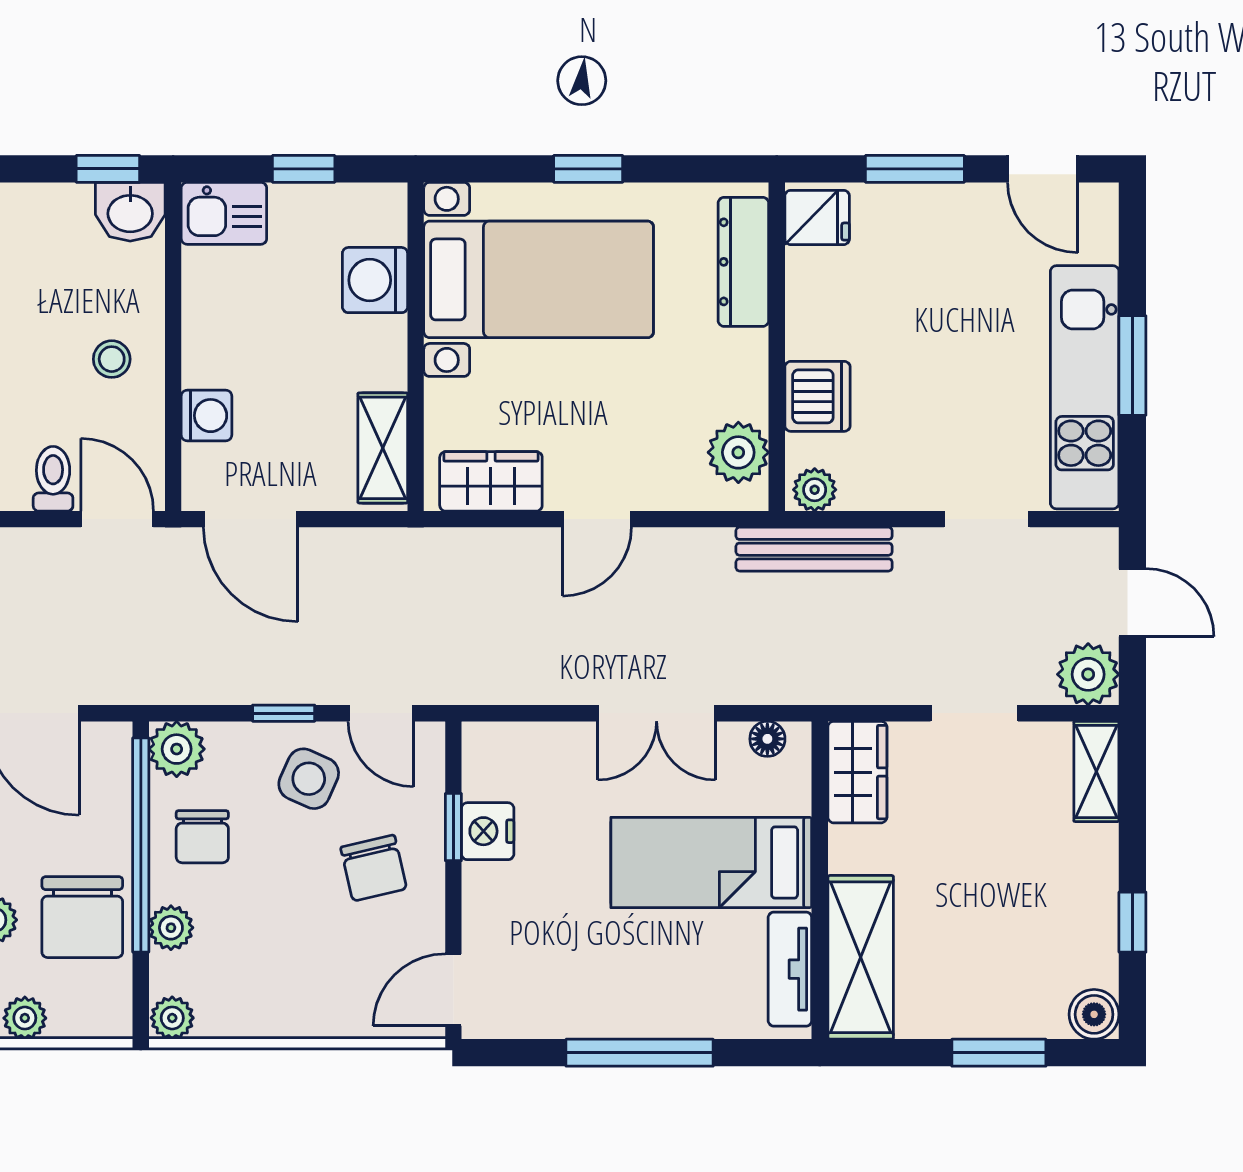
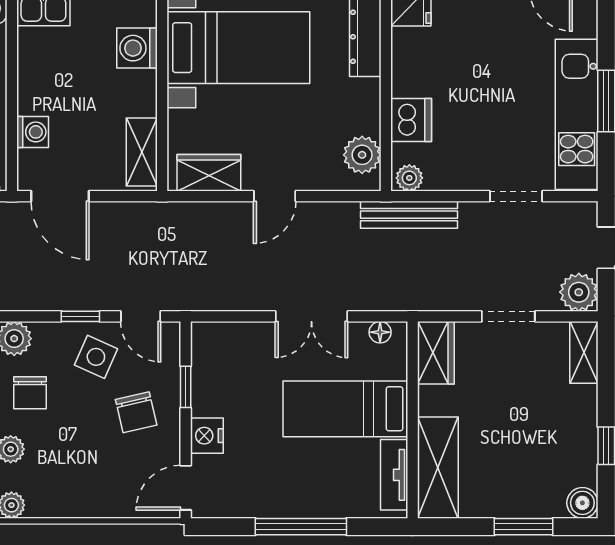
nightstand: (488, 831) -> (207, 436), moved

